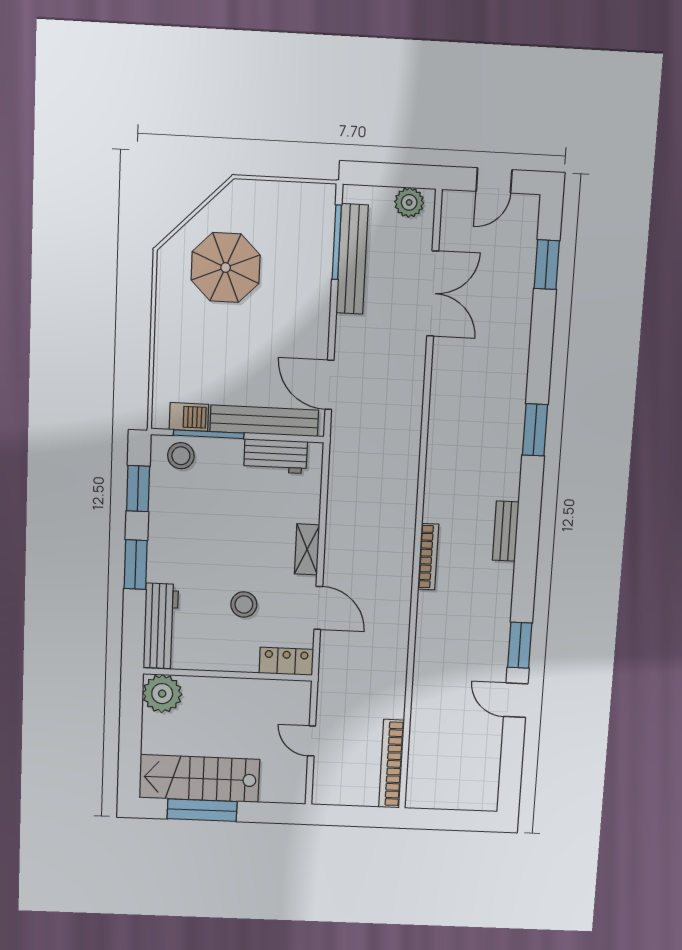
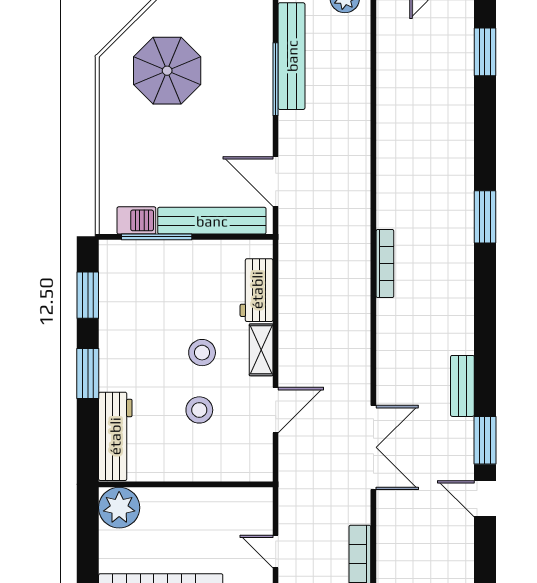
window: (337, 242) -> (276, 79), moved
double door: (433, 294) -> (373, 447), moved
stool: (181, 456) -> (202, 353), moved
workbench: (276, 456) -> (257, 290), moved, turned 90
bench: (506, 531) -> (462, 386), moved
bookcase: (428, 557) -> (385, 264), moved
door: (318, 608) -> (276, 410), hinge flipped
locker: (286, 661) -> (245, 468), removed

